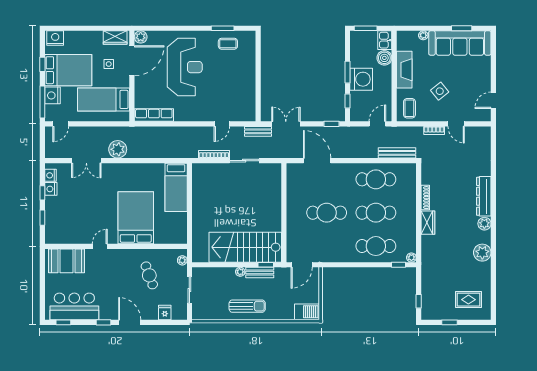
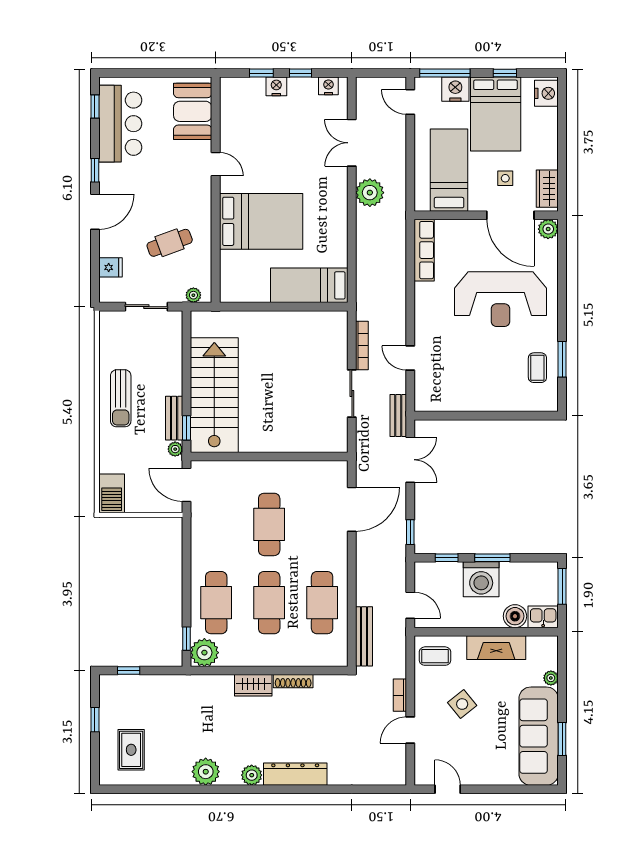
nightstand: (51, 189) -> (276, 86), moved
plant: (411, 258) -> (204, 653), width x1.88, depth x1.88
plant: (240, 272) -> (175, 449), moved

